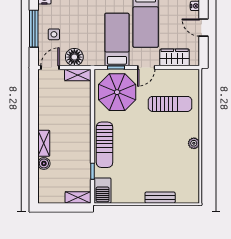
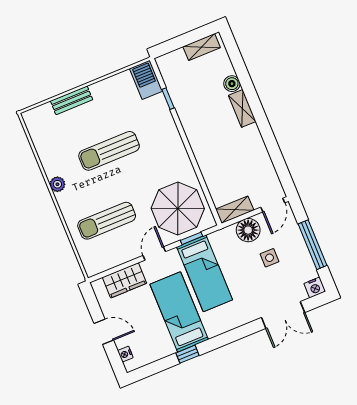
side table: (54, 34) -> (270, 258), moved
sun lounger: (105, 145) -> (109, 151), moved, turned -90
shelving: (78, 197) -> (202, 47), moved

